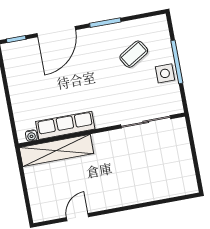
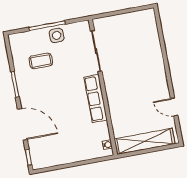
coffee table: (134, 54) -> (41, 61), turned -59
row of seats: (65, 125) -> (96, 98), moved
shelving: (56, 150) -> (145, 141), moved, turned 90

